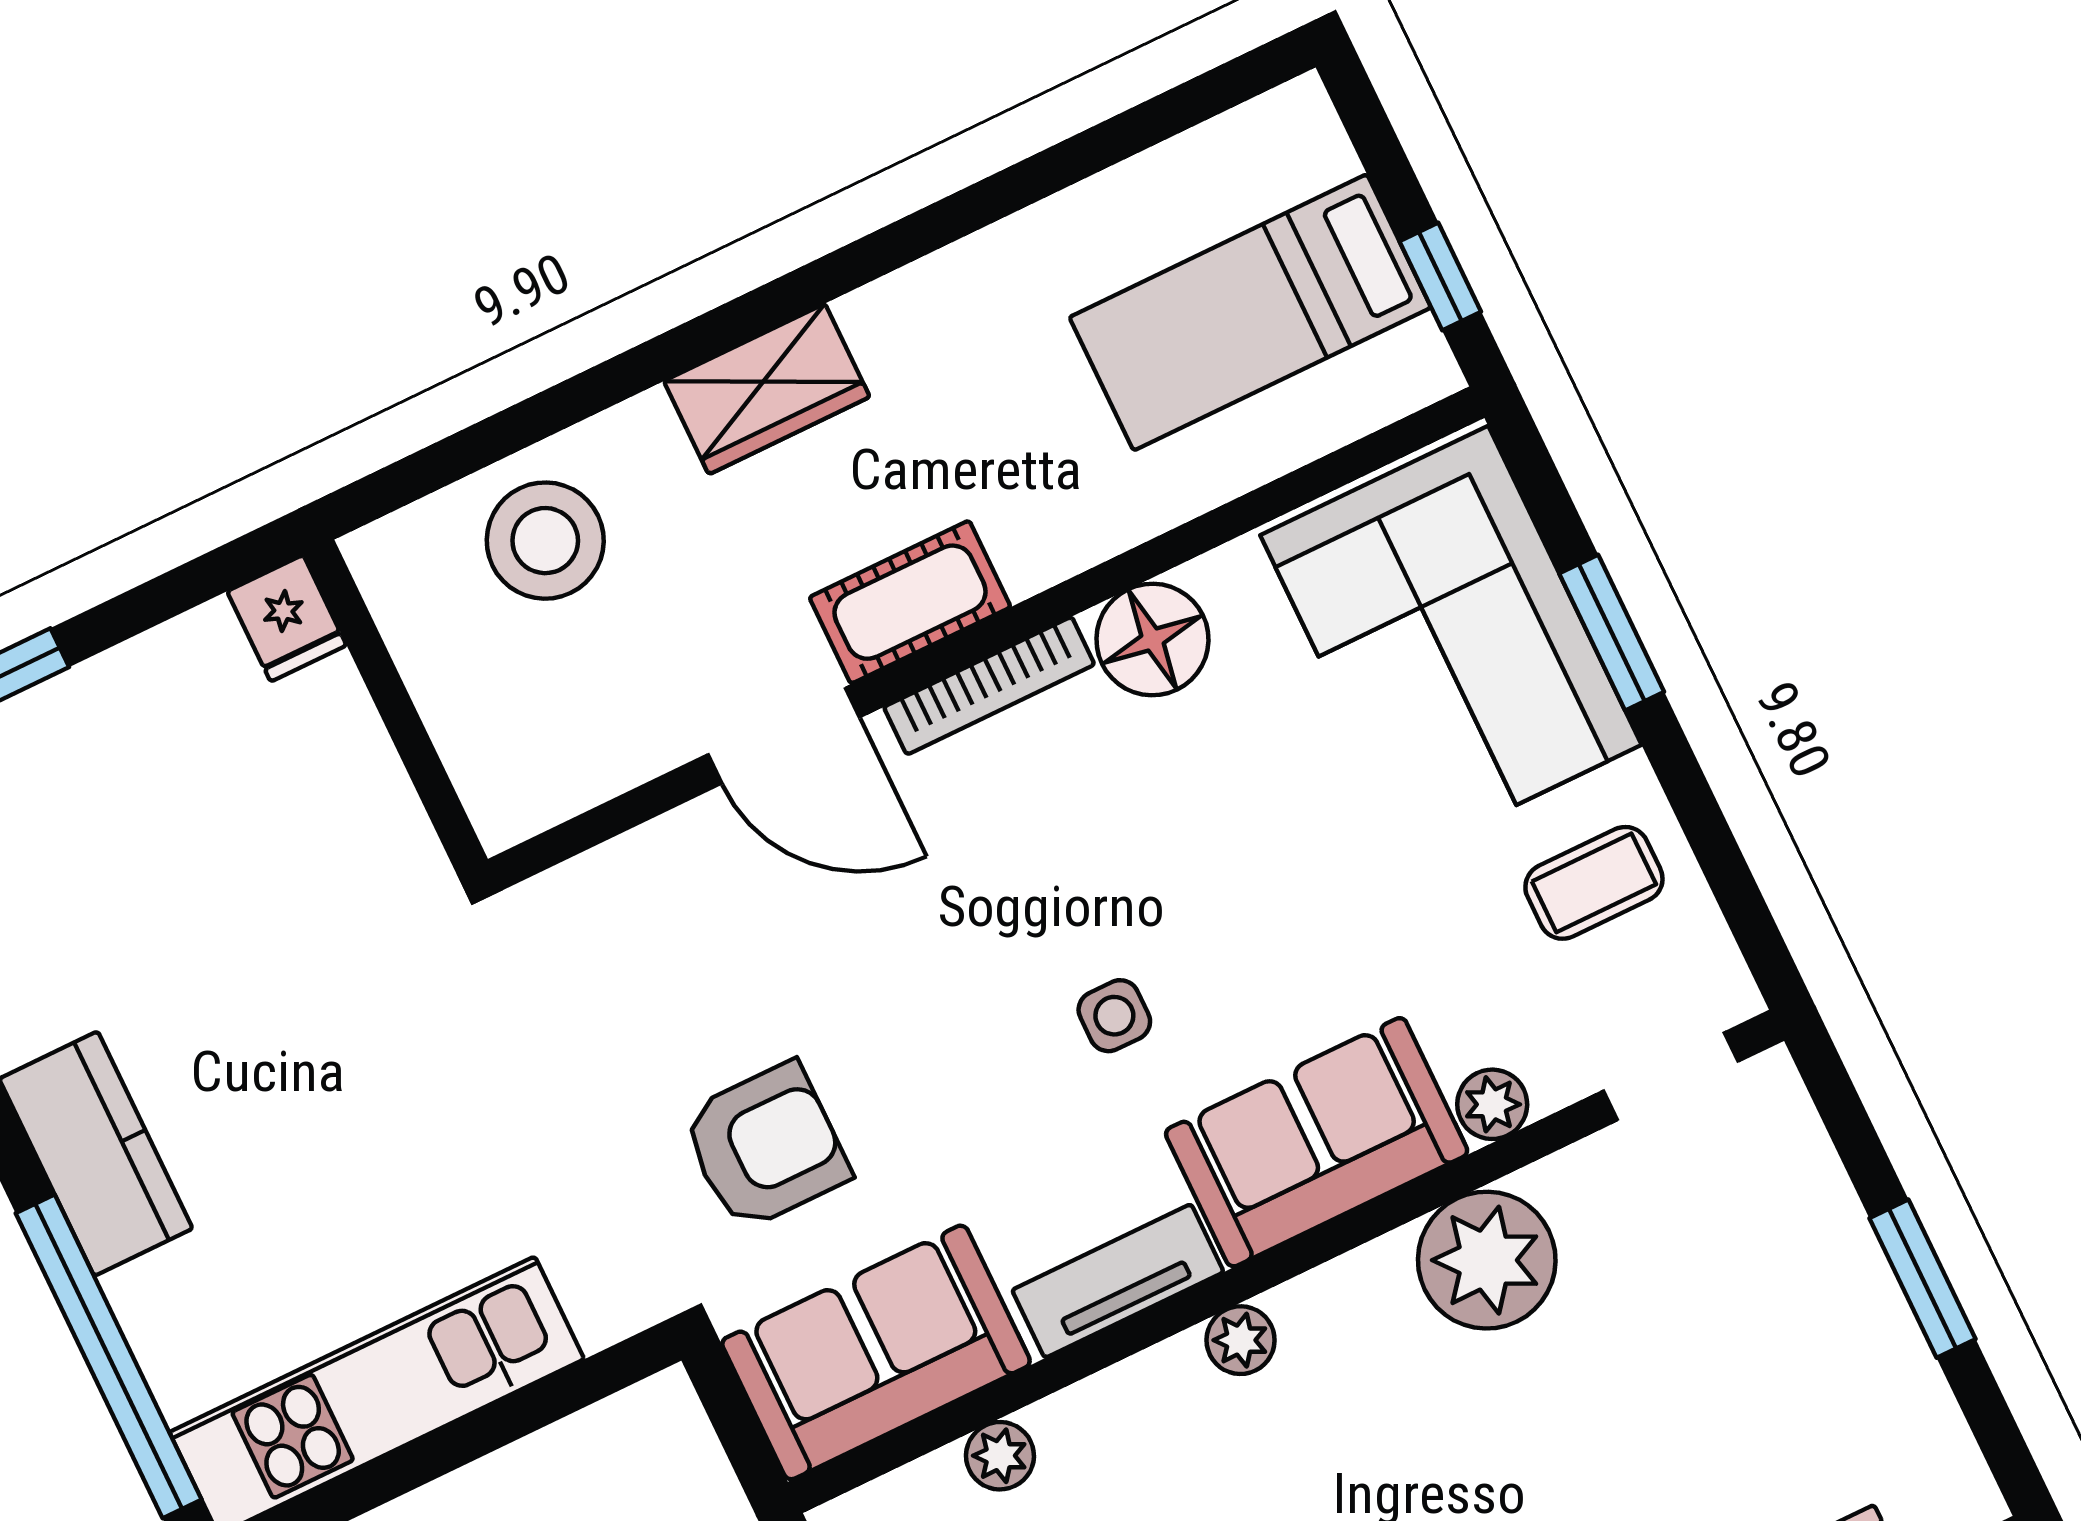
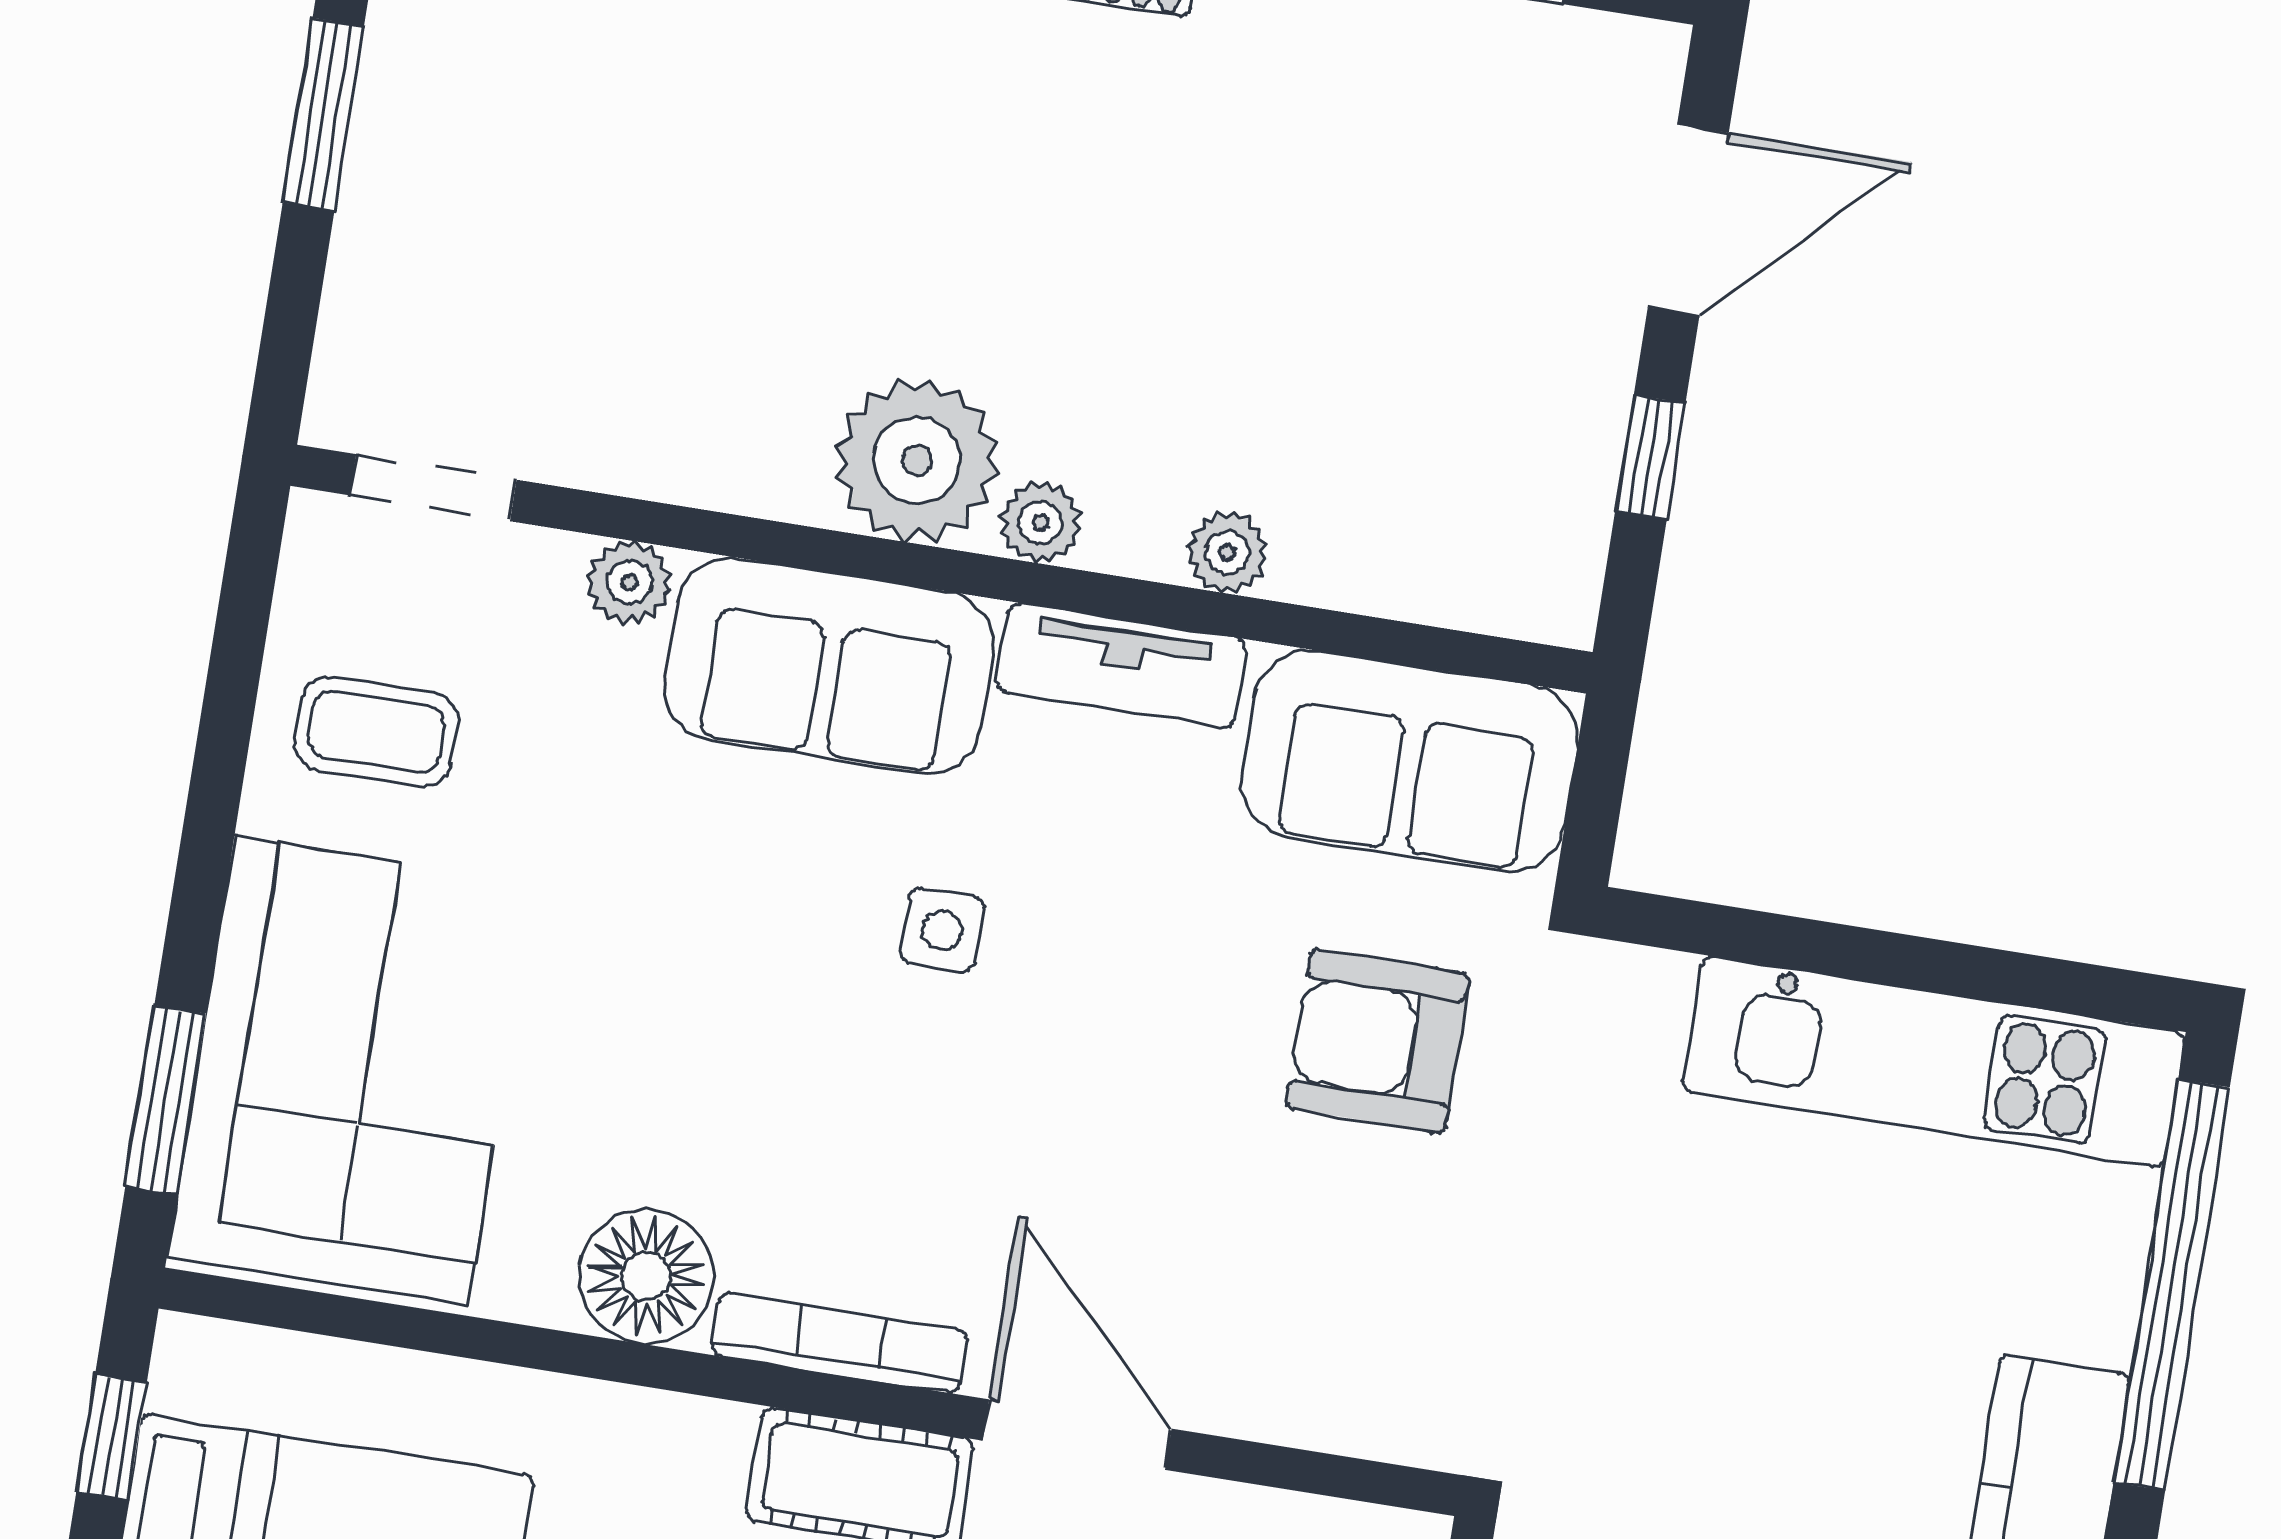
window: (1612, 633) -> (166, 1100), moved
plant: (1487, 1260) -> (917, 460), moved
plant: (1000, 1456) -> (1227, 552), moved

